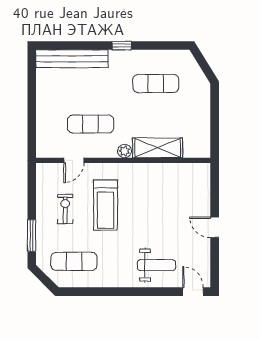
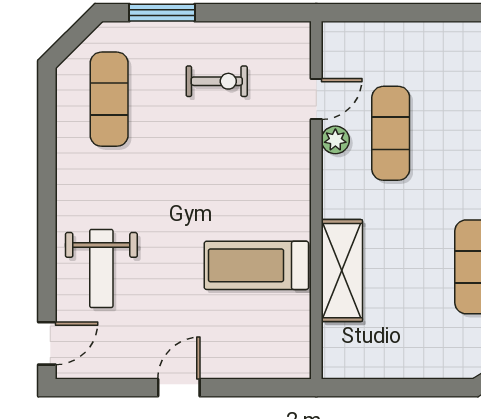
plant: (124, 151) -> (335, 140), moved
door: (74, 160) -> (316, 99), swing flipped
treadmill: (105, 205) -> (256, 265), moved

